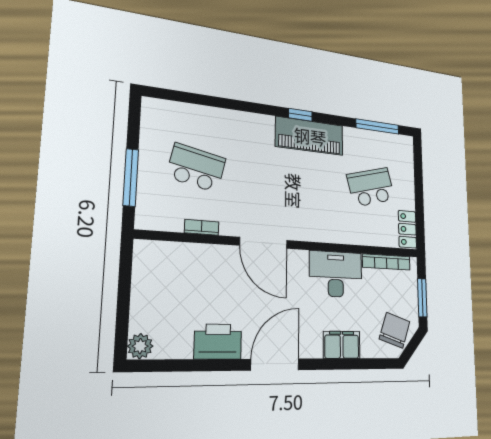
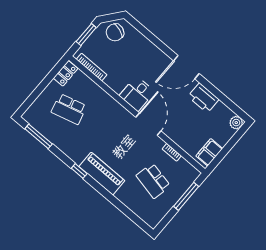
piano: (310, 136) -> (102, 174), moved
desk: (336, 274) -> (137, 94), moved, width x0.73
filing cabinet: (342, 345) -> (209, 152), moved, turned 90

